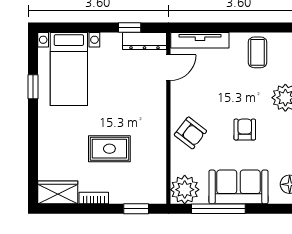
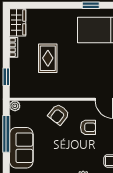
armchair: (245, 129) -> (88, 127), moved
plant: (185, 190) -> (15, 106), width x0.53, depth x0.53

